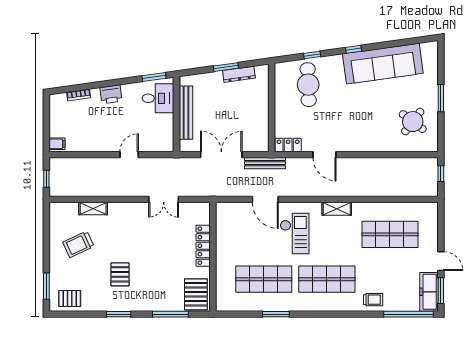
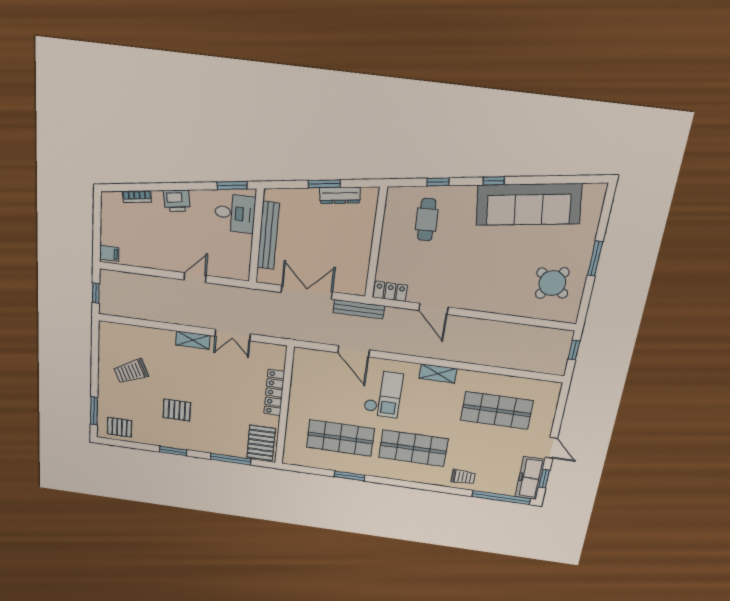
cafe table: (308, 85) -> (427, 220), width x0.73, depth x0.74
shelving: (93, 209) -> (193, 340), moved
pallet: (120, 274) -> (177, 410), turned 90
window: (441, 291) -> (544, 479), width x0.67

